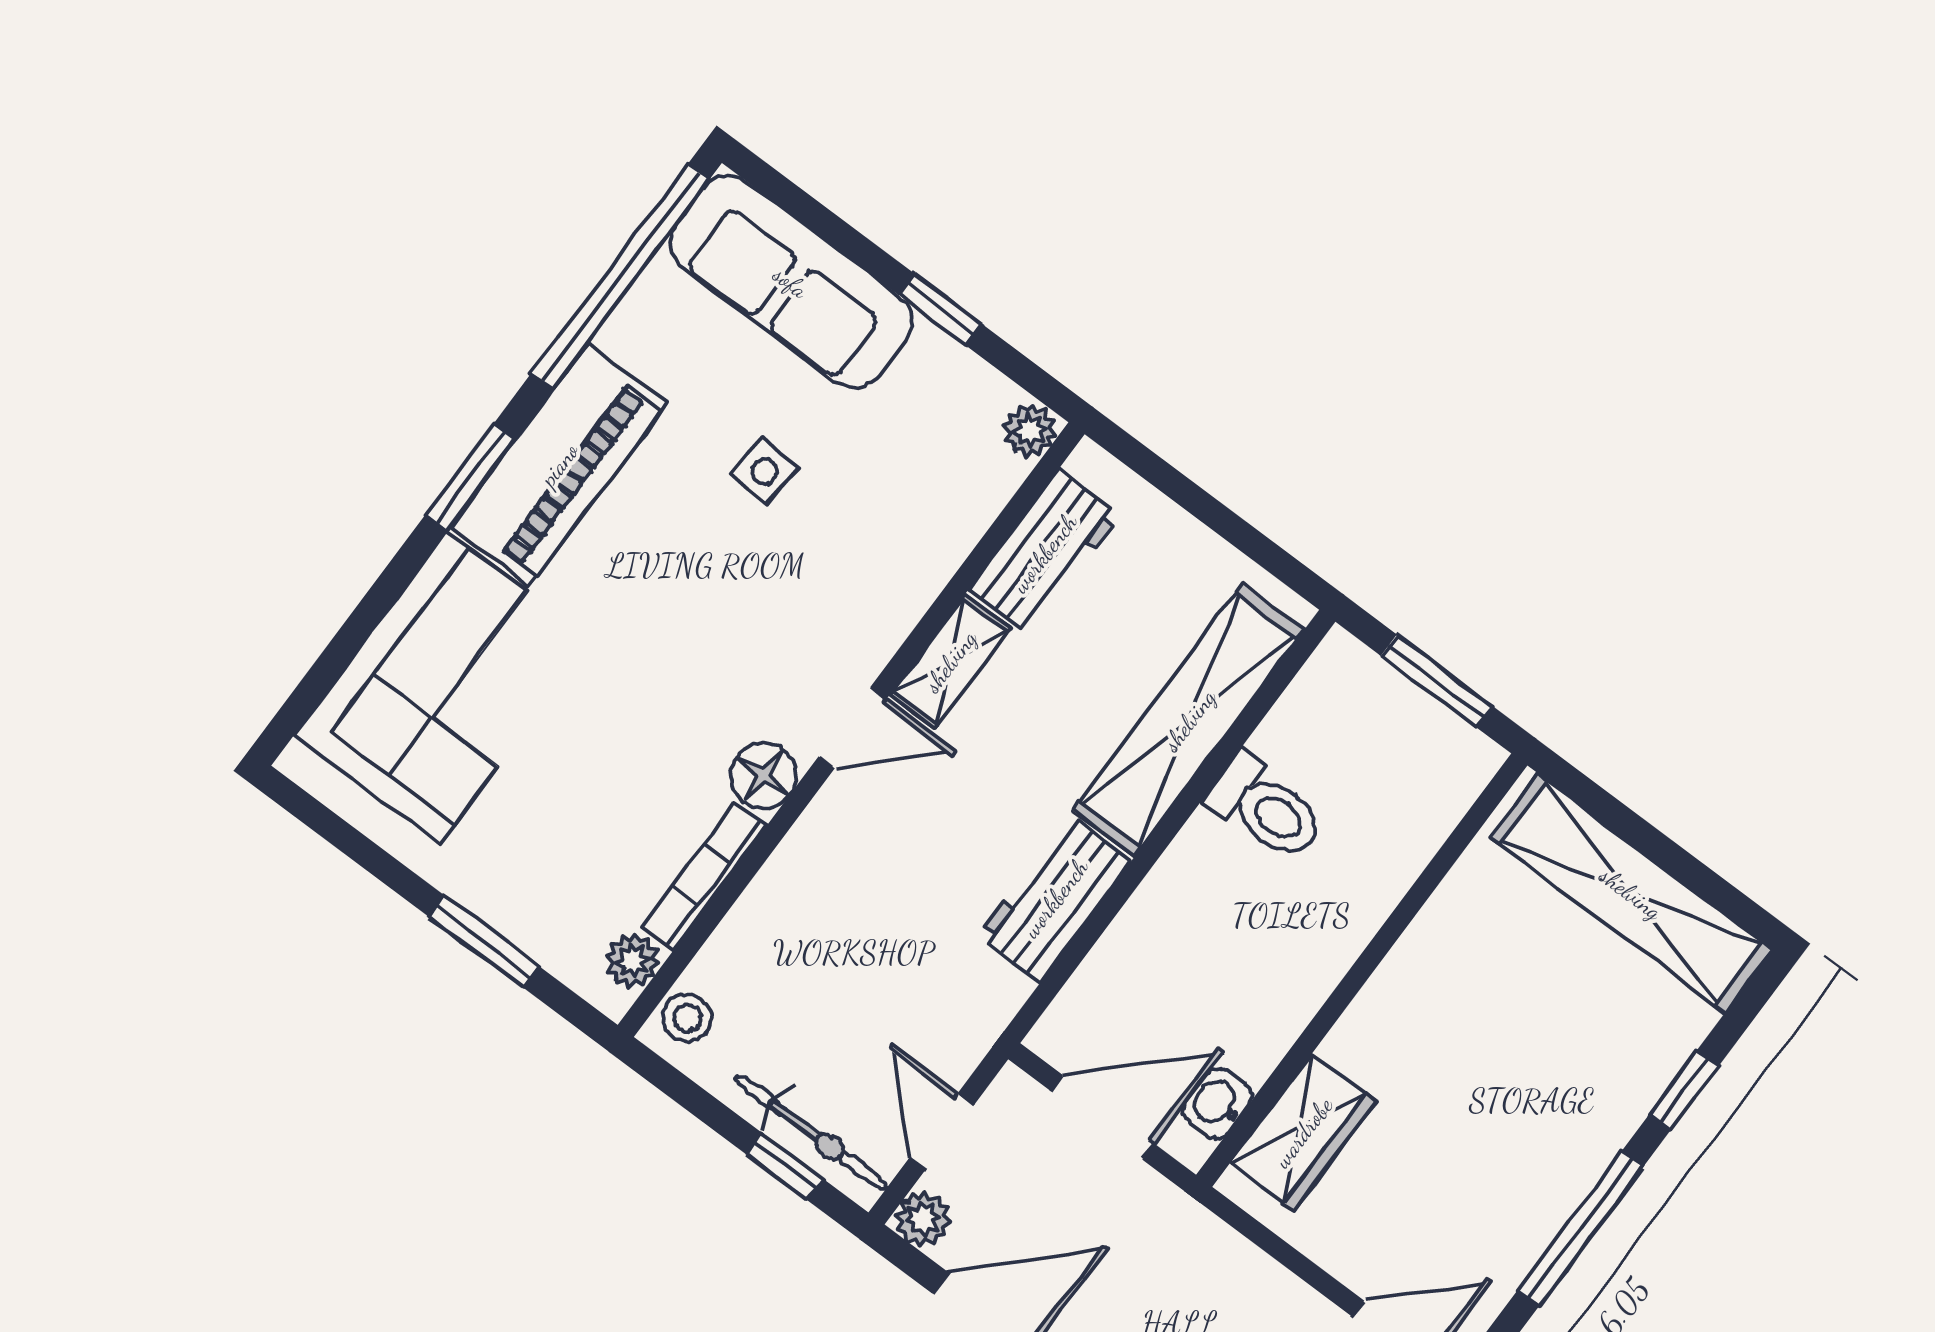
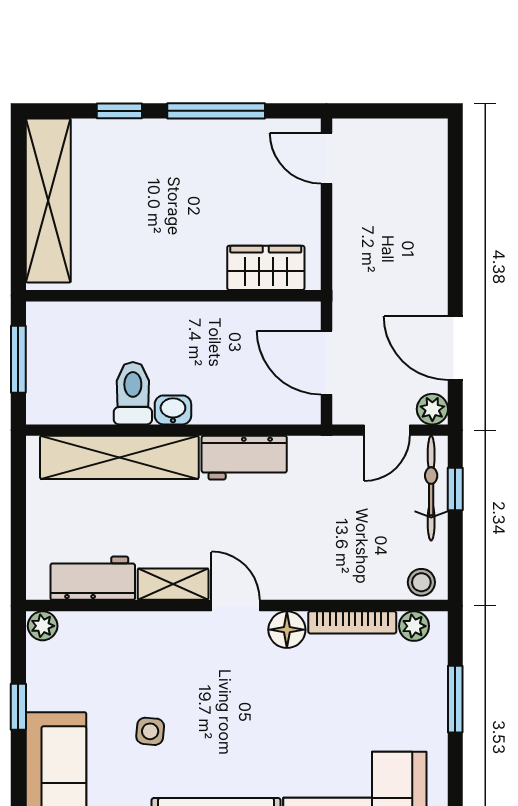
washbasin: (1217, 1103) -> (173, 410), moved, turned 180

